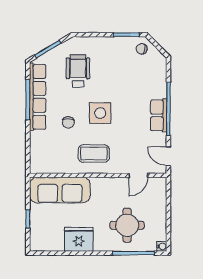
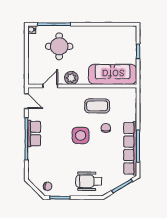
wheelchair: (78, 71) -> (89, 181), moved, turned 90
coffee table: (94, 153) -> (97, 106), moved
plant: (112, 185) -> (71, 78), added
fridge: (79, 239) -> (97, 35), removed

